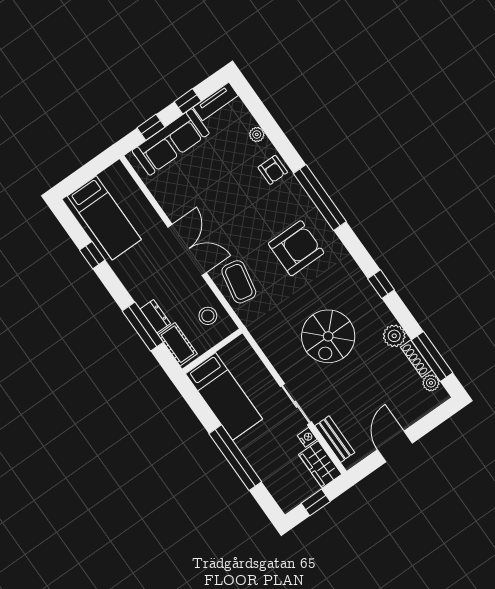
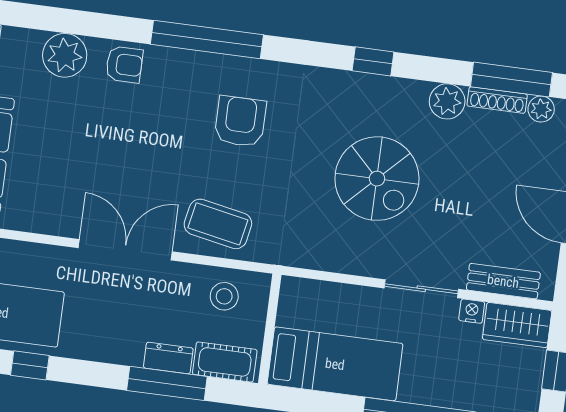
plant: (257, 134) -> (65, 55), width x1.87, depth x1.87
armchair: (296, 248) -> (240, 121), width x0.73, depth x0.73

